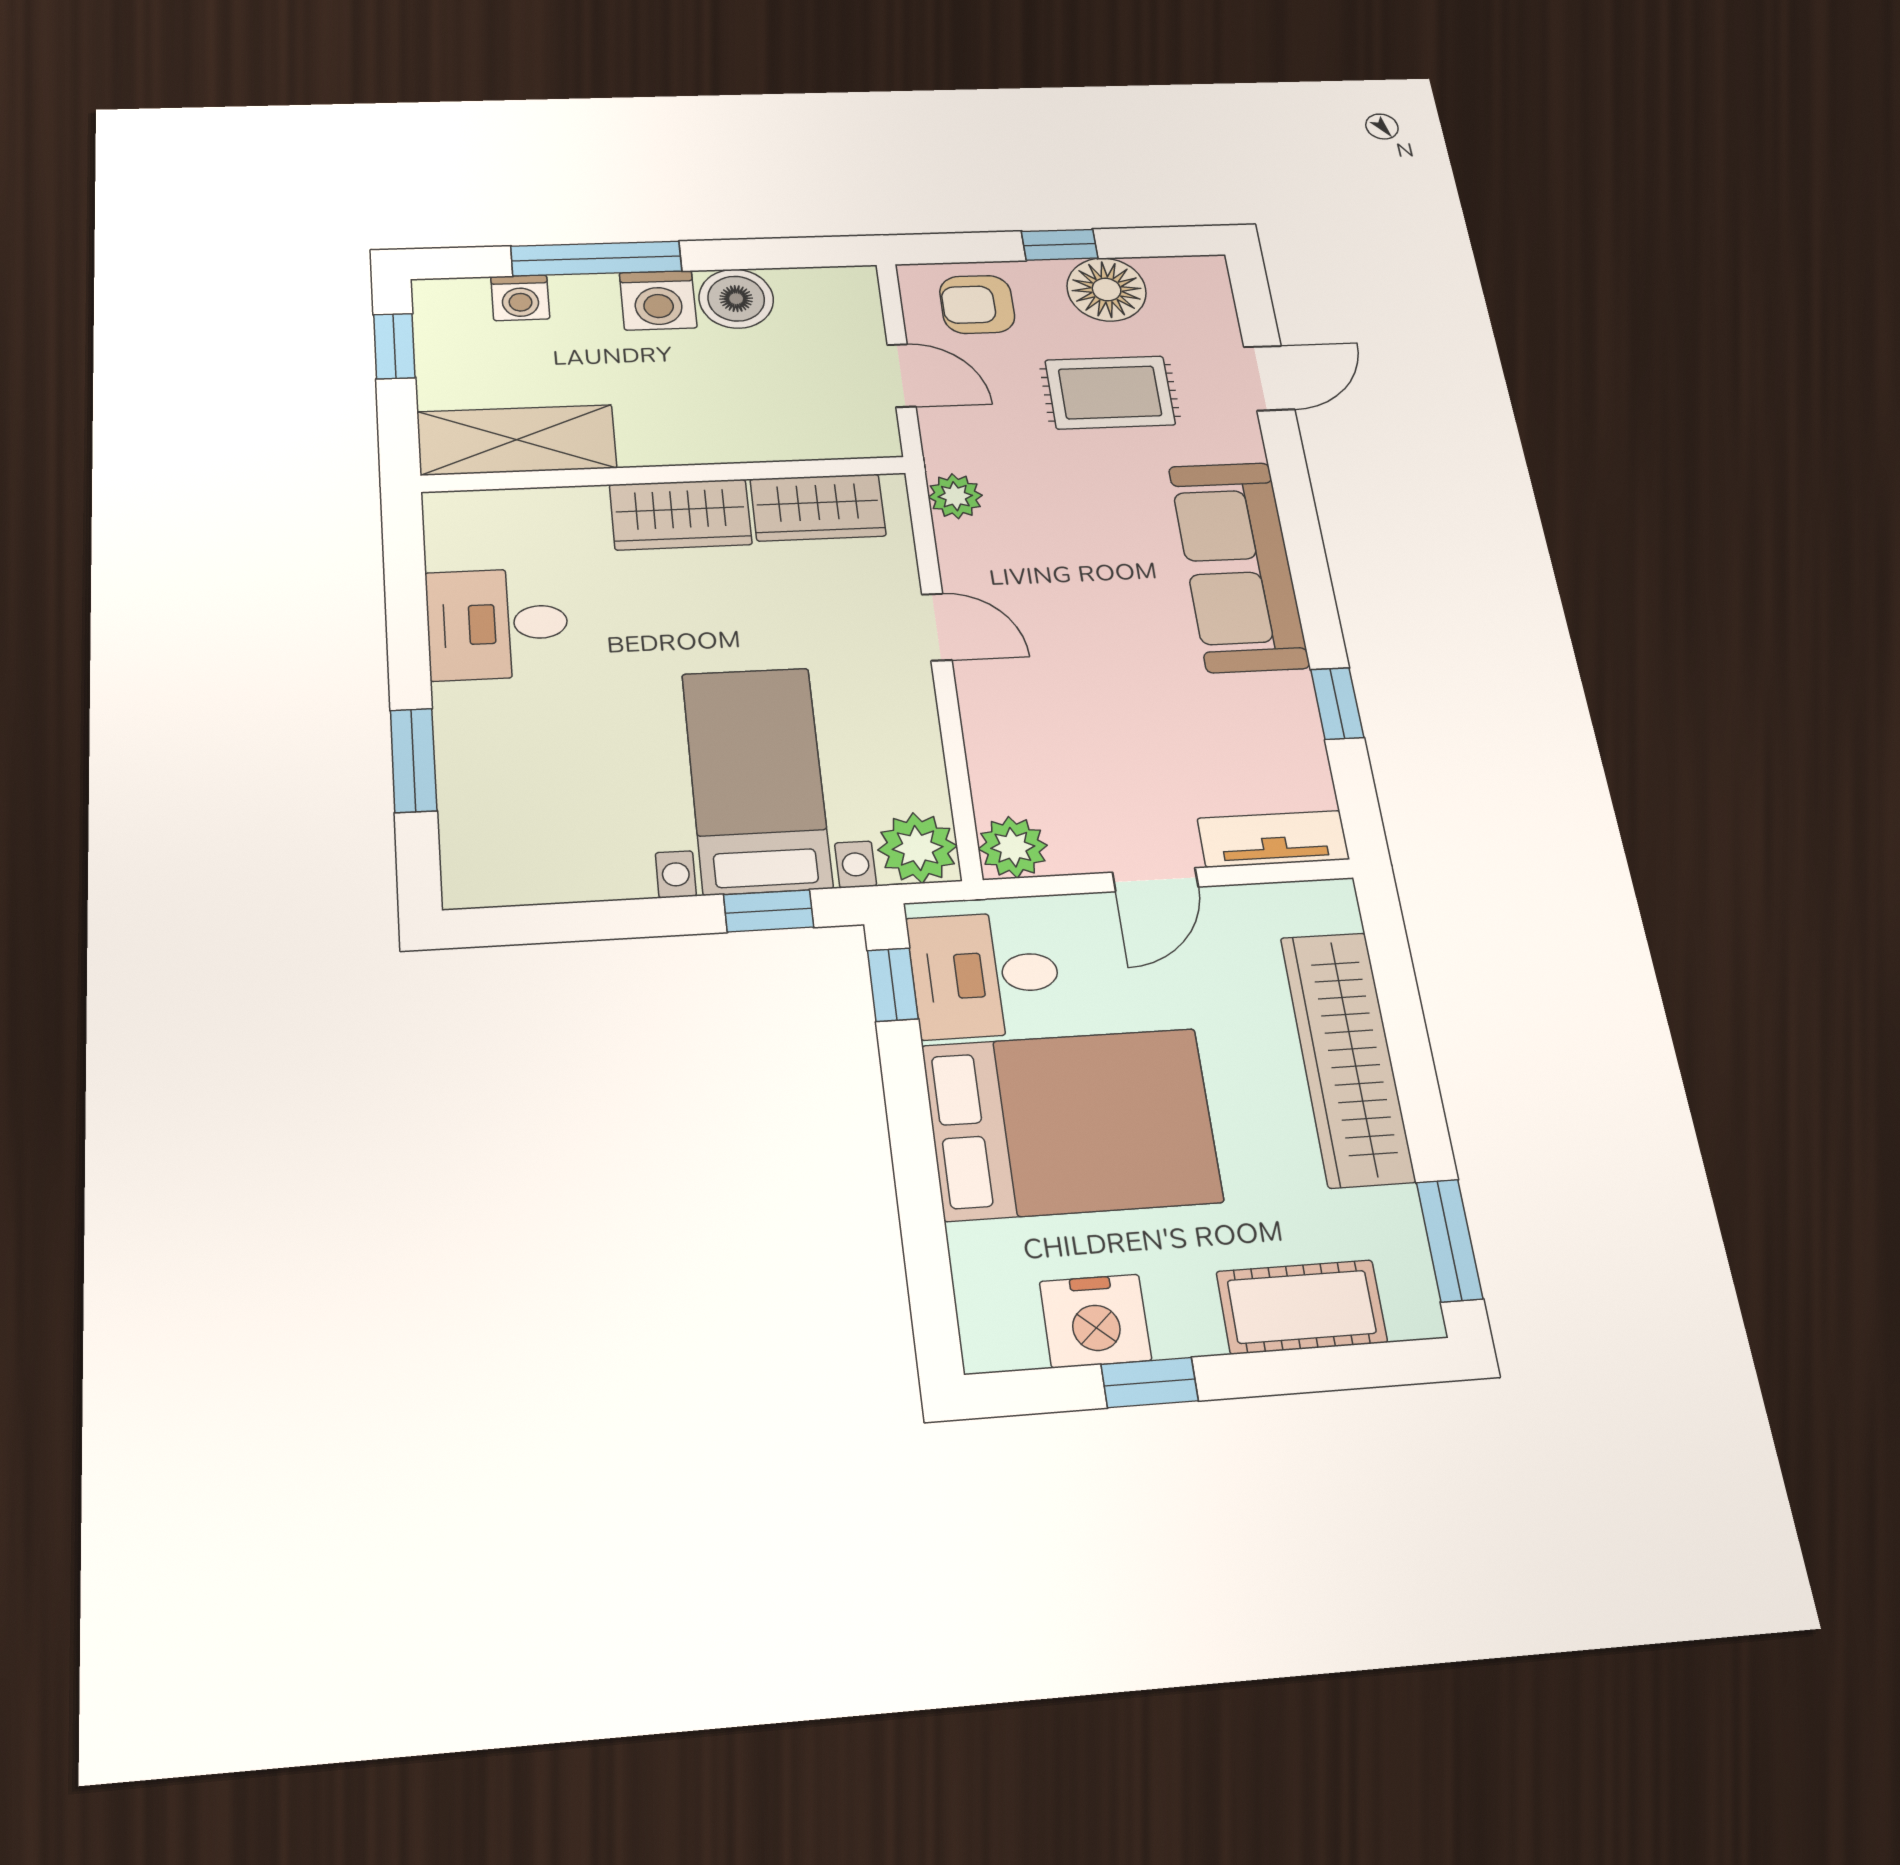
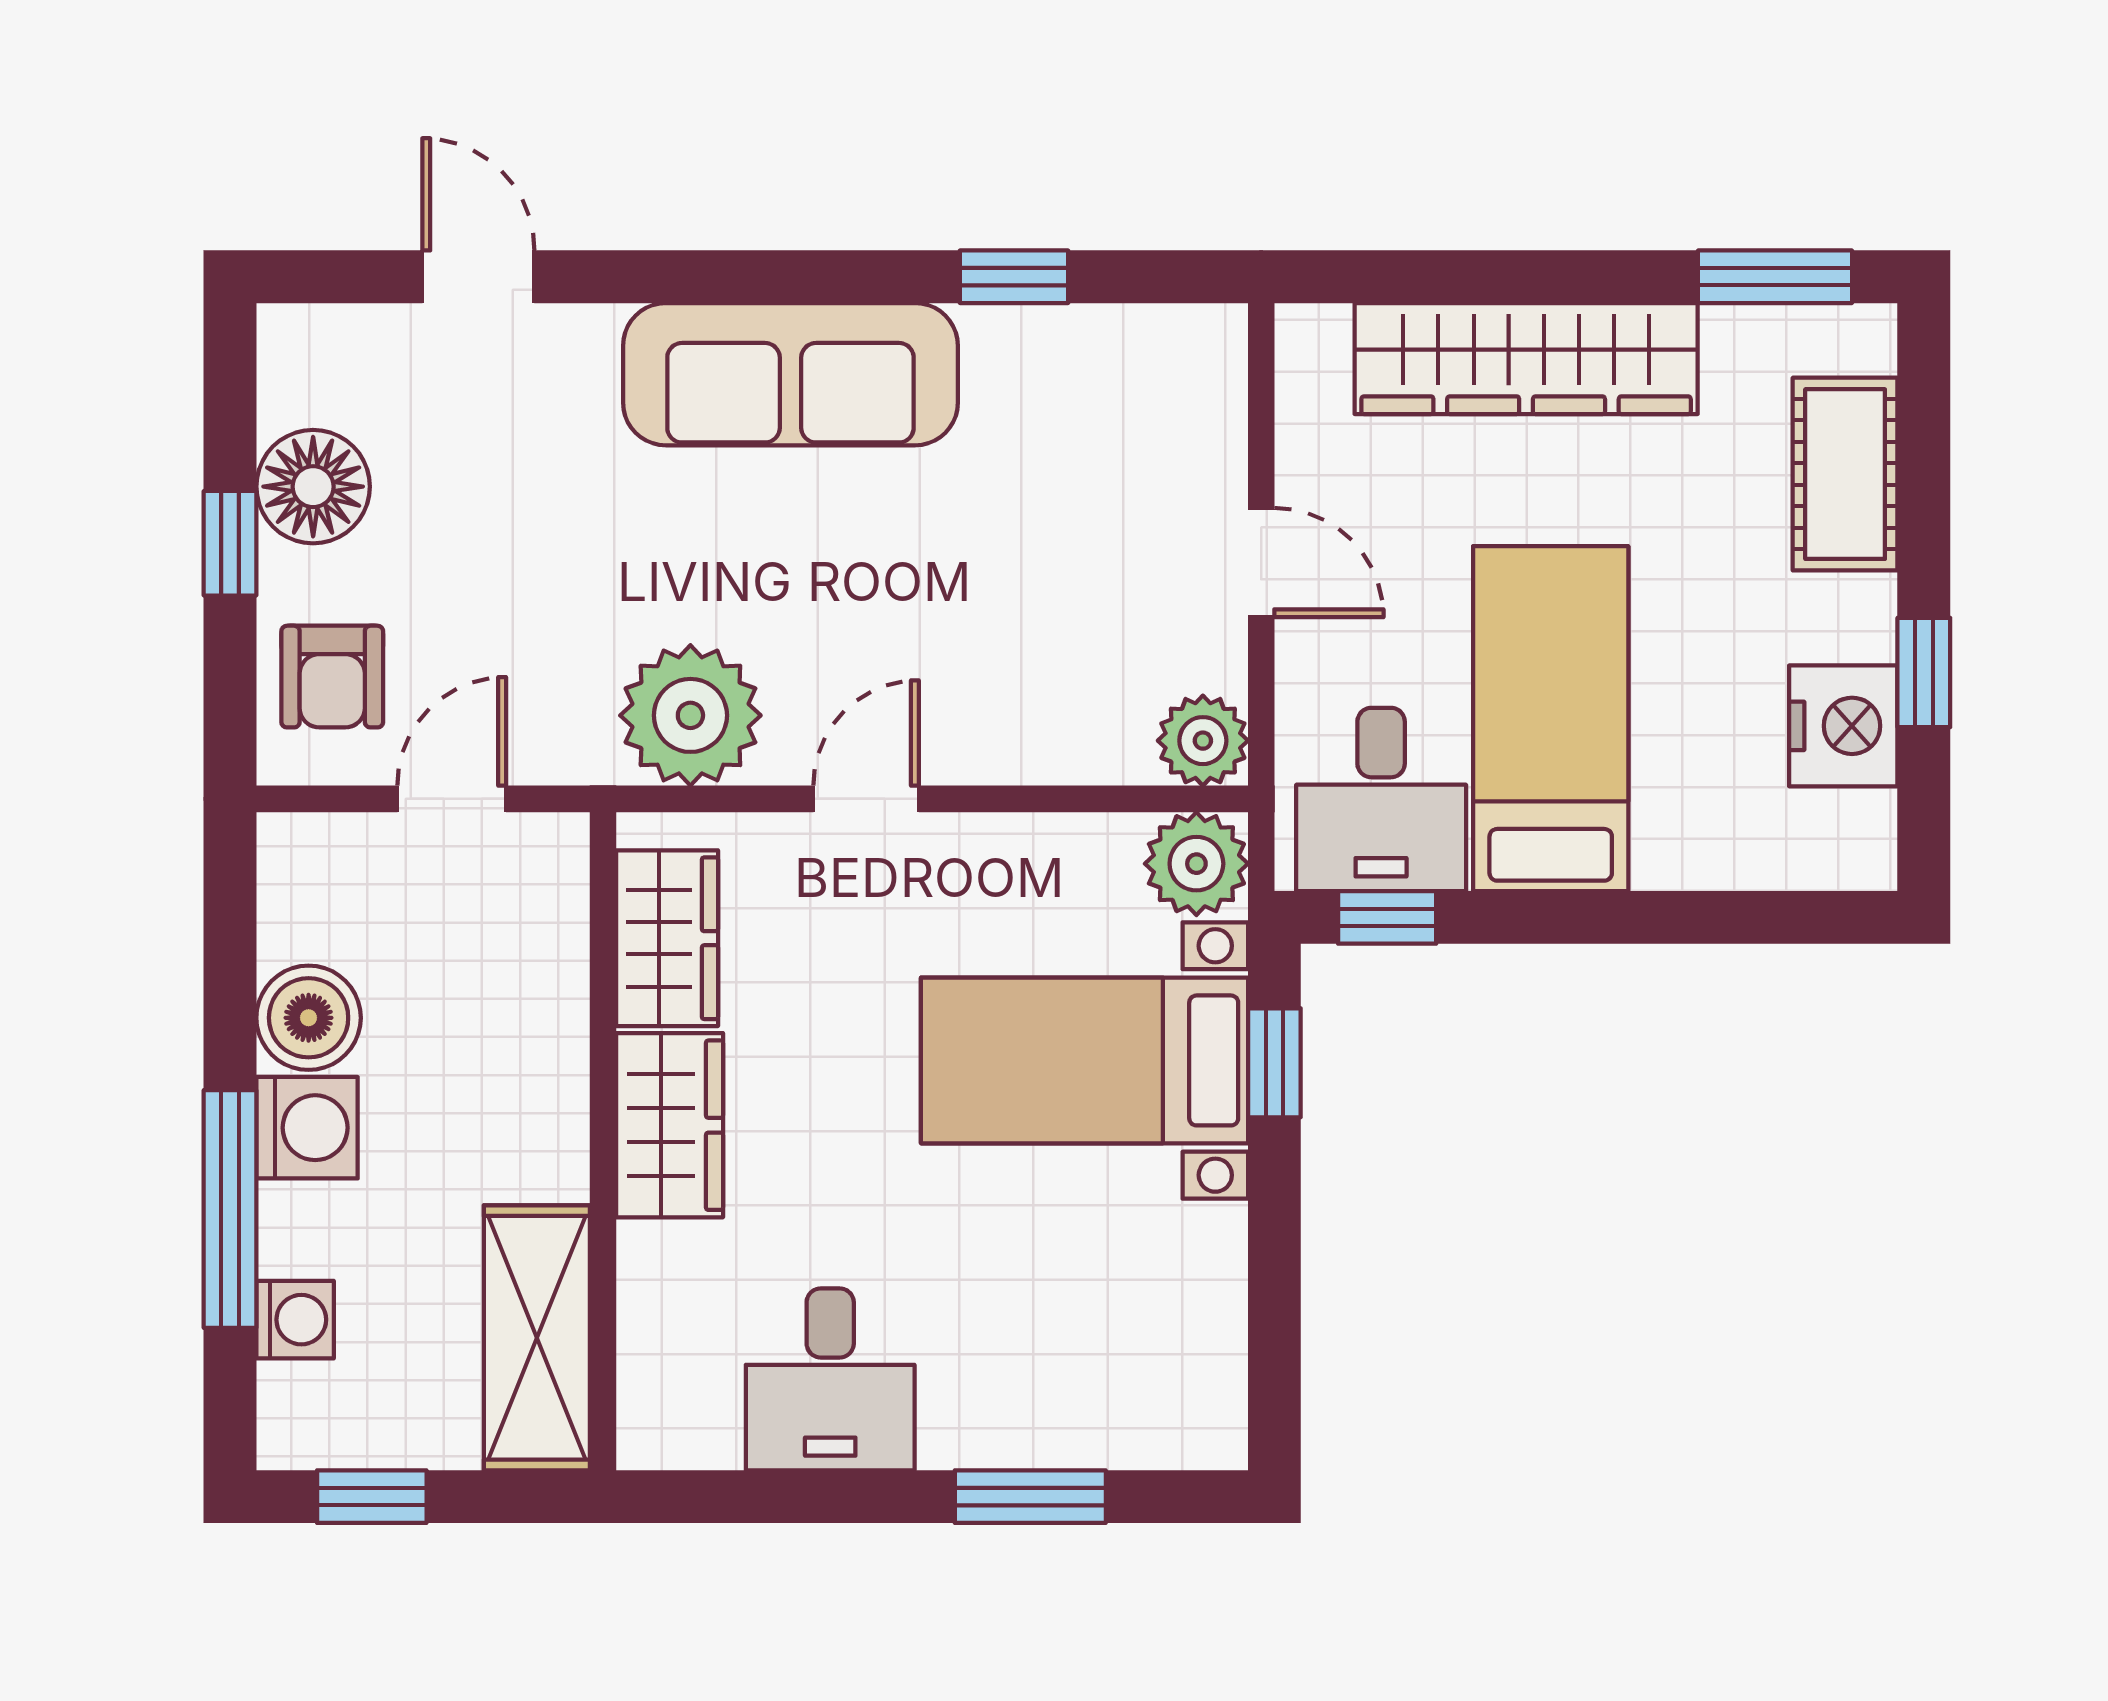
rug: (1110, 392) -> (493, 508), removed
plant: (955, 496) -> (690, 715), width x1.88, depth x1.88
tv unit: (1273, 839) -> (1212, 398), removed
bed: (1072, 1124) -> (1551, 719), width x0.67

